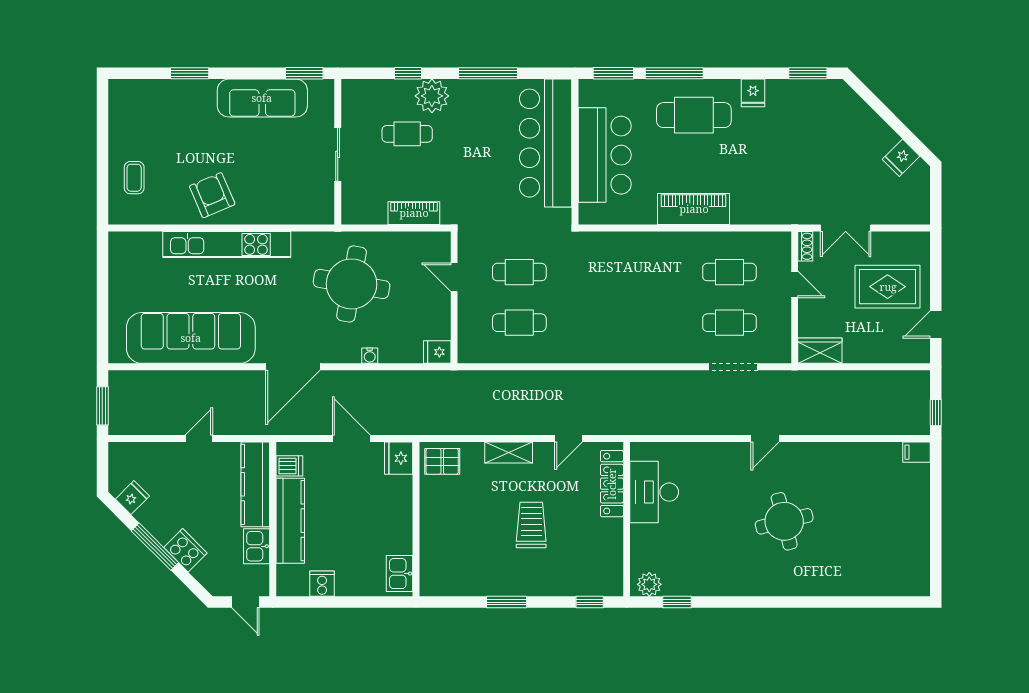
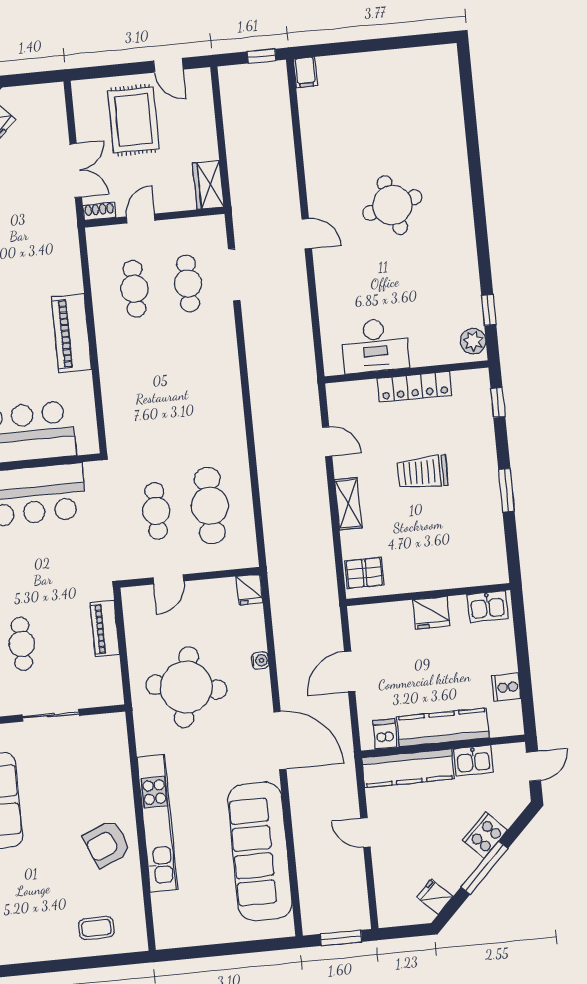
cafe table: (519, 323) -> (210, 506), width x1.37, depth x1.35
fridge: (399, 458) -> (431, 613), moved
pallet: (442, 461) -> (364, 573), turned 90
locker: (612, 484) -> (415, 387), moved

